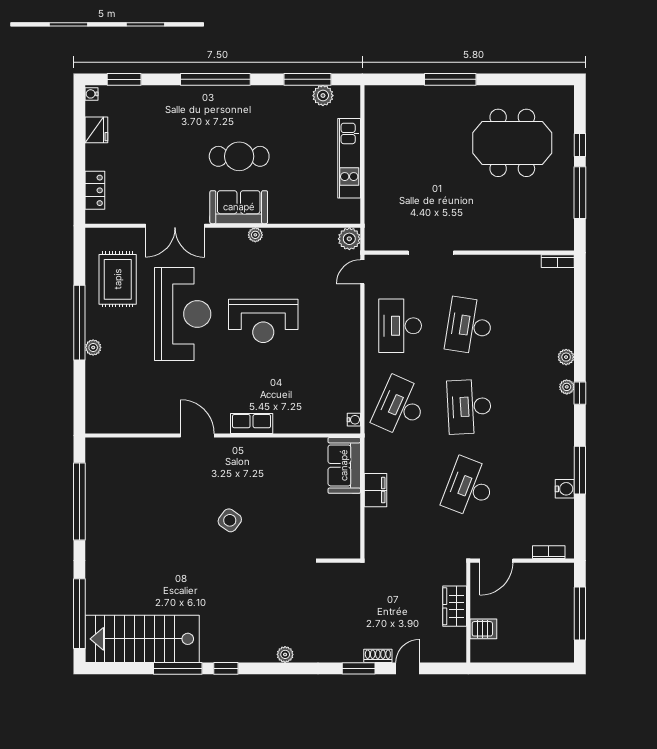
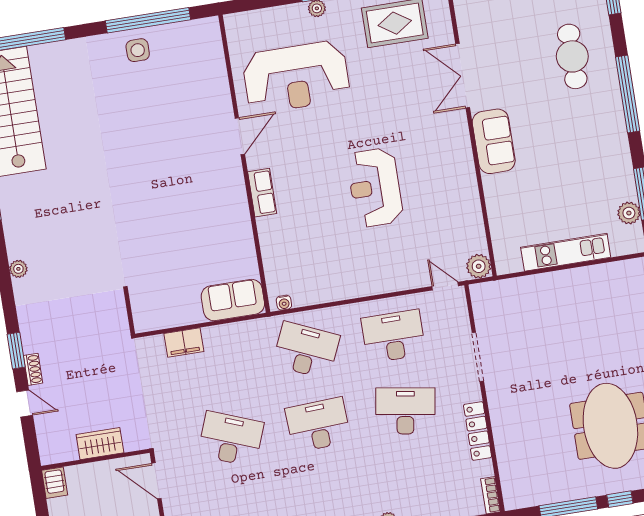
cafe table: (239, 156) -> (572, 56), moved
plant: (255, 235) -> (467, 164), removed
locker: (498, 264) -> (478, 431), added
reception desk: (183, 314) -> (296, 77), moved
filing cabinet: (375, 490) -> (184, 342), moved
side table: (230, 520) -> (138, 50), moved, turned -36
server rack: (483, 629) -> (55, 483), moved

